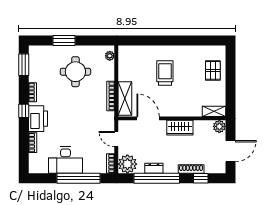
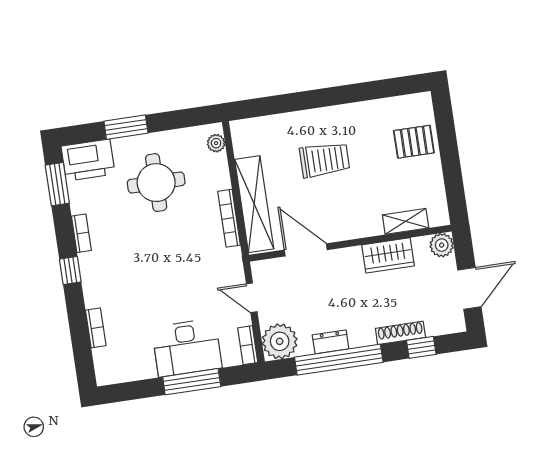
pallet: (213, 70) -> (414, 142), turned 90
trolley: (165, 73) -> (325, 160), turned 90
shelving: (125, 98) -> (254, 204), width x1.47
shelving: (214, 111) -> (406, 221), moved
printer: (38, 119) -> (88, 160), moved, turned 90
wardrobe: (180, 128) -> (388, 255), moved
desk: (65, 160) -> (187, 348), moved
window: (78, 178) -> (192, 382), width x0.68

